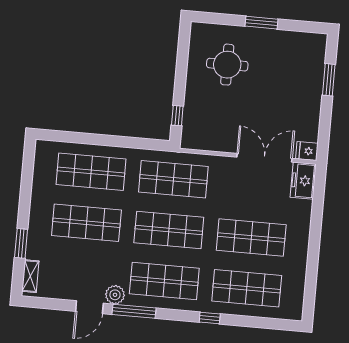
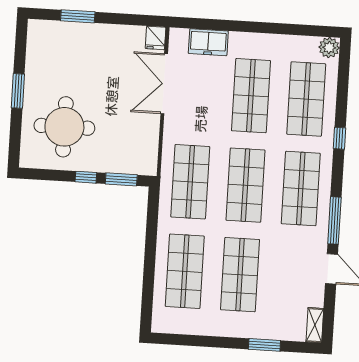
round table: (227, 65) -> (64, 127), width x1.36, depth x1.36
window: (180, 83) -> (86, 177), added
window: (177, 116) -> (121, 179), width x1.50
freezer: (303, 181) -> (208, 42), moved
shelving: (30, 276) -> (315, 325), moved, turned 90
plant: (115, 295) -> (329, 48), moved

